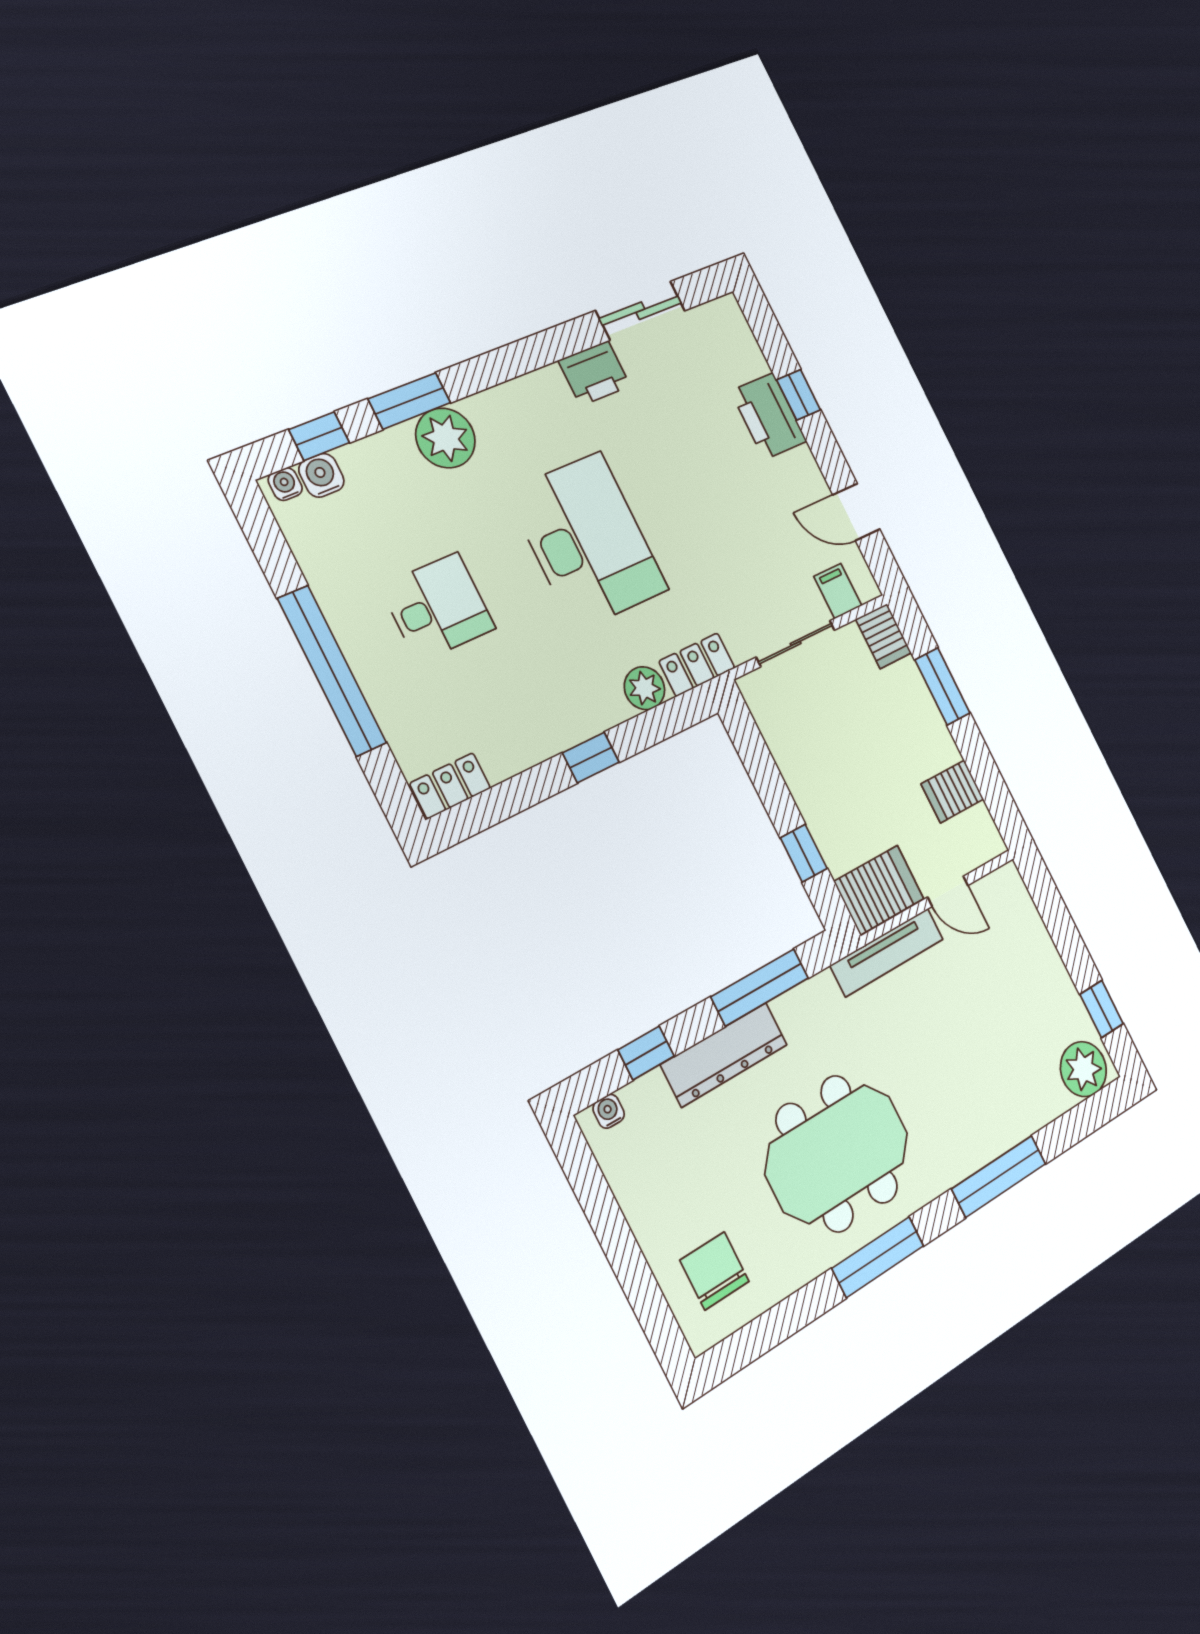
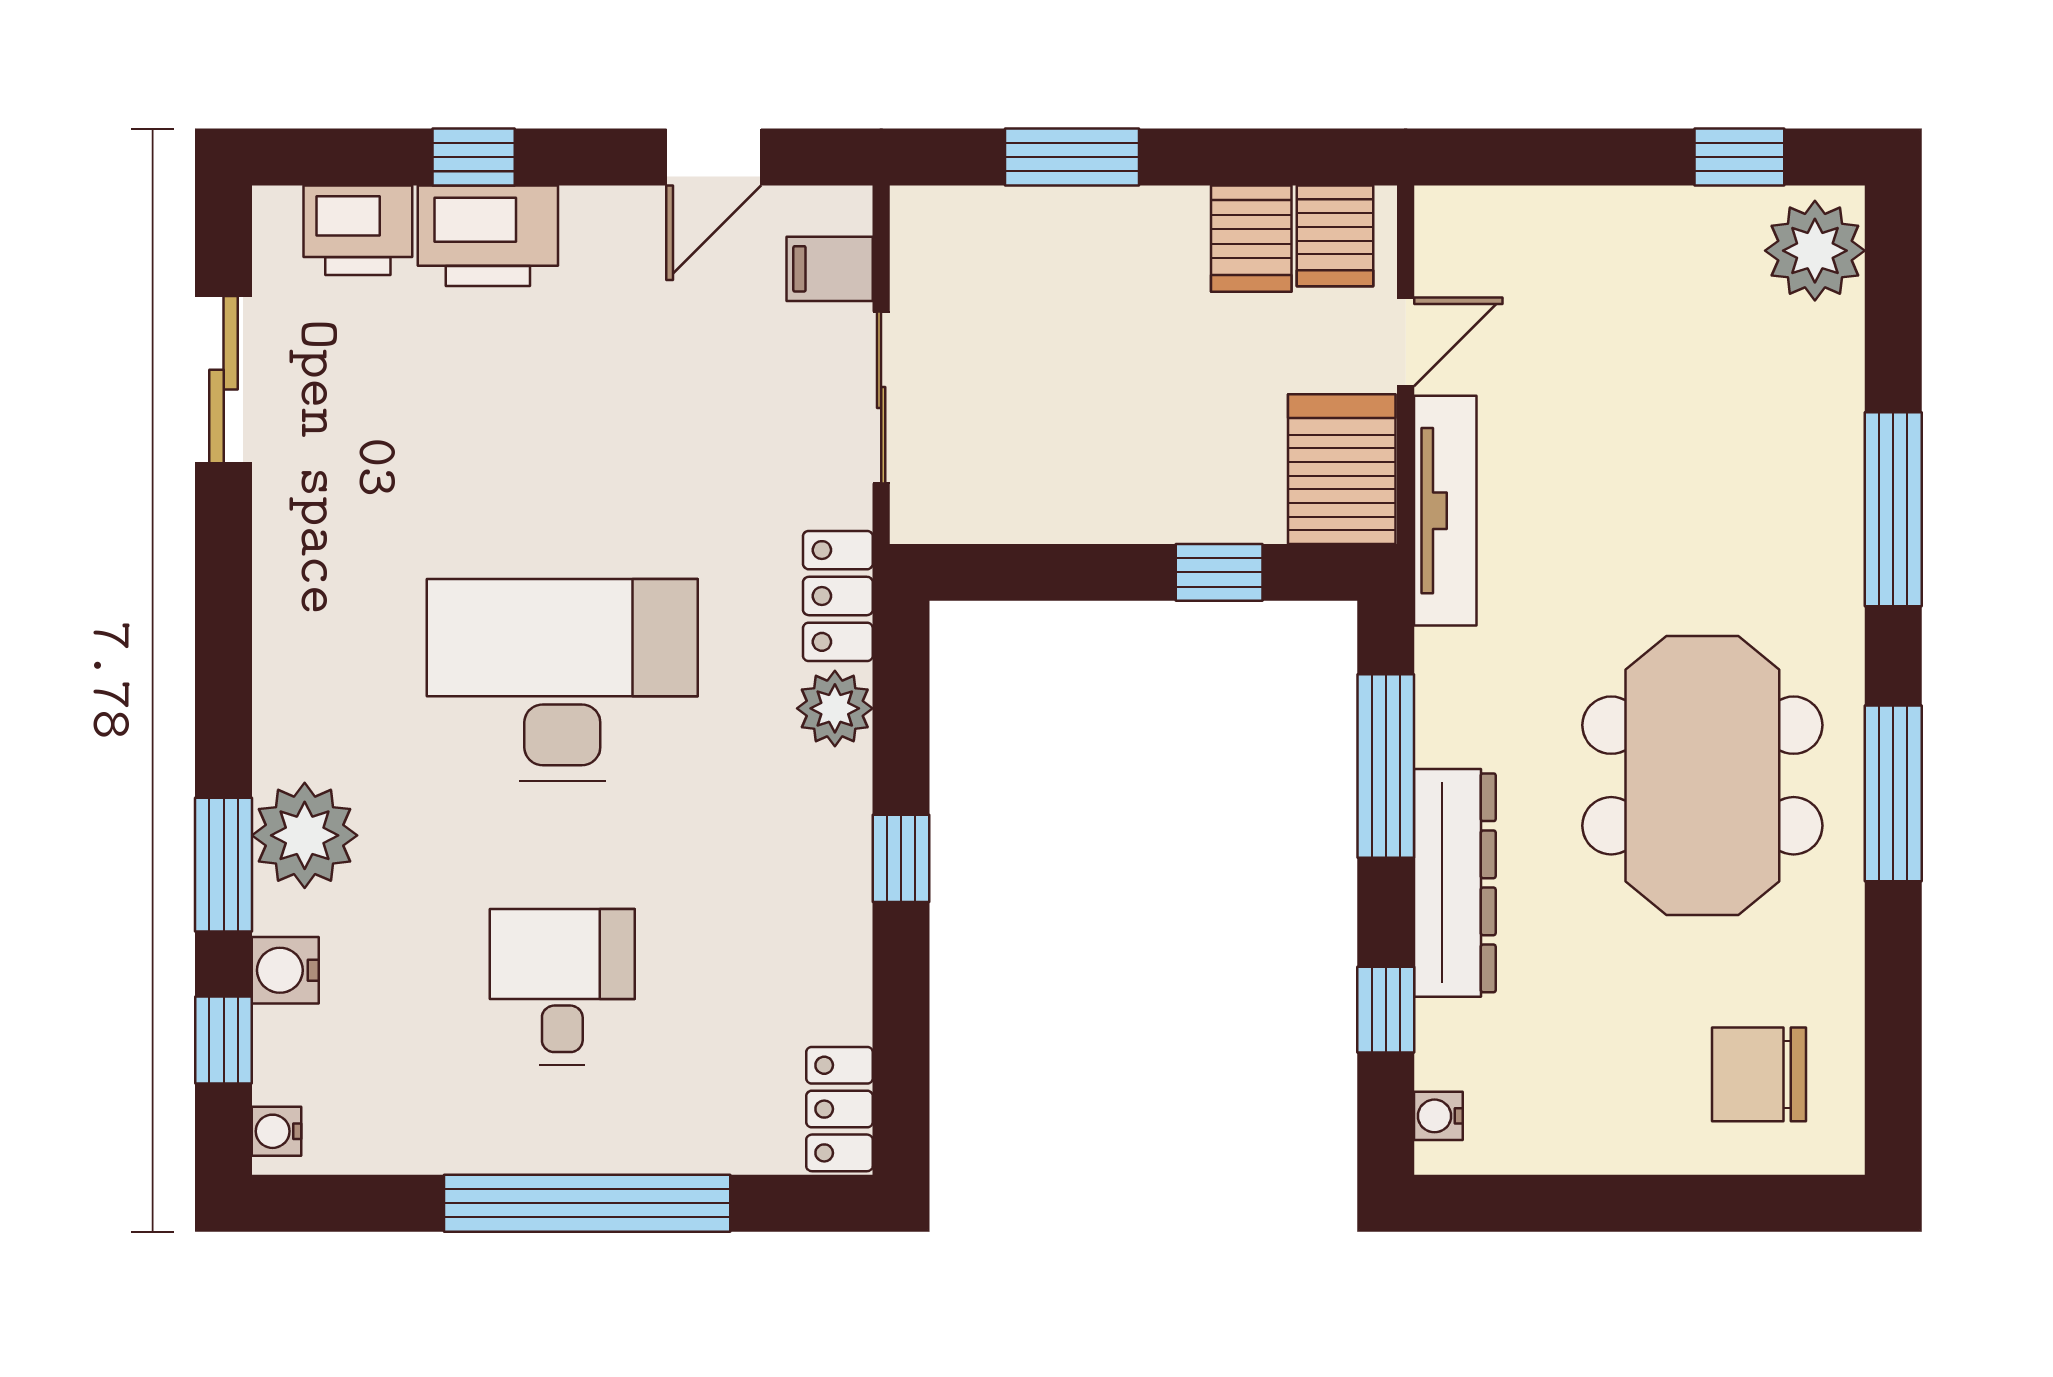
printer: (594, 373) -> (358, 230), moved, turned 90
water cooler: (321, 475) -> (285, 970), moved
server rack: (884, 636) -> (1335, 236), moved, turned 90

